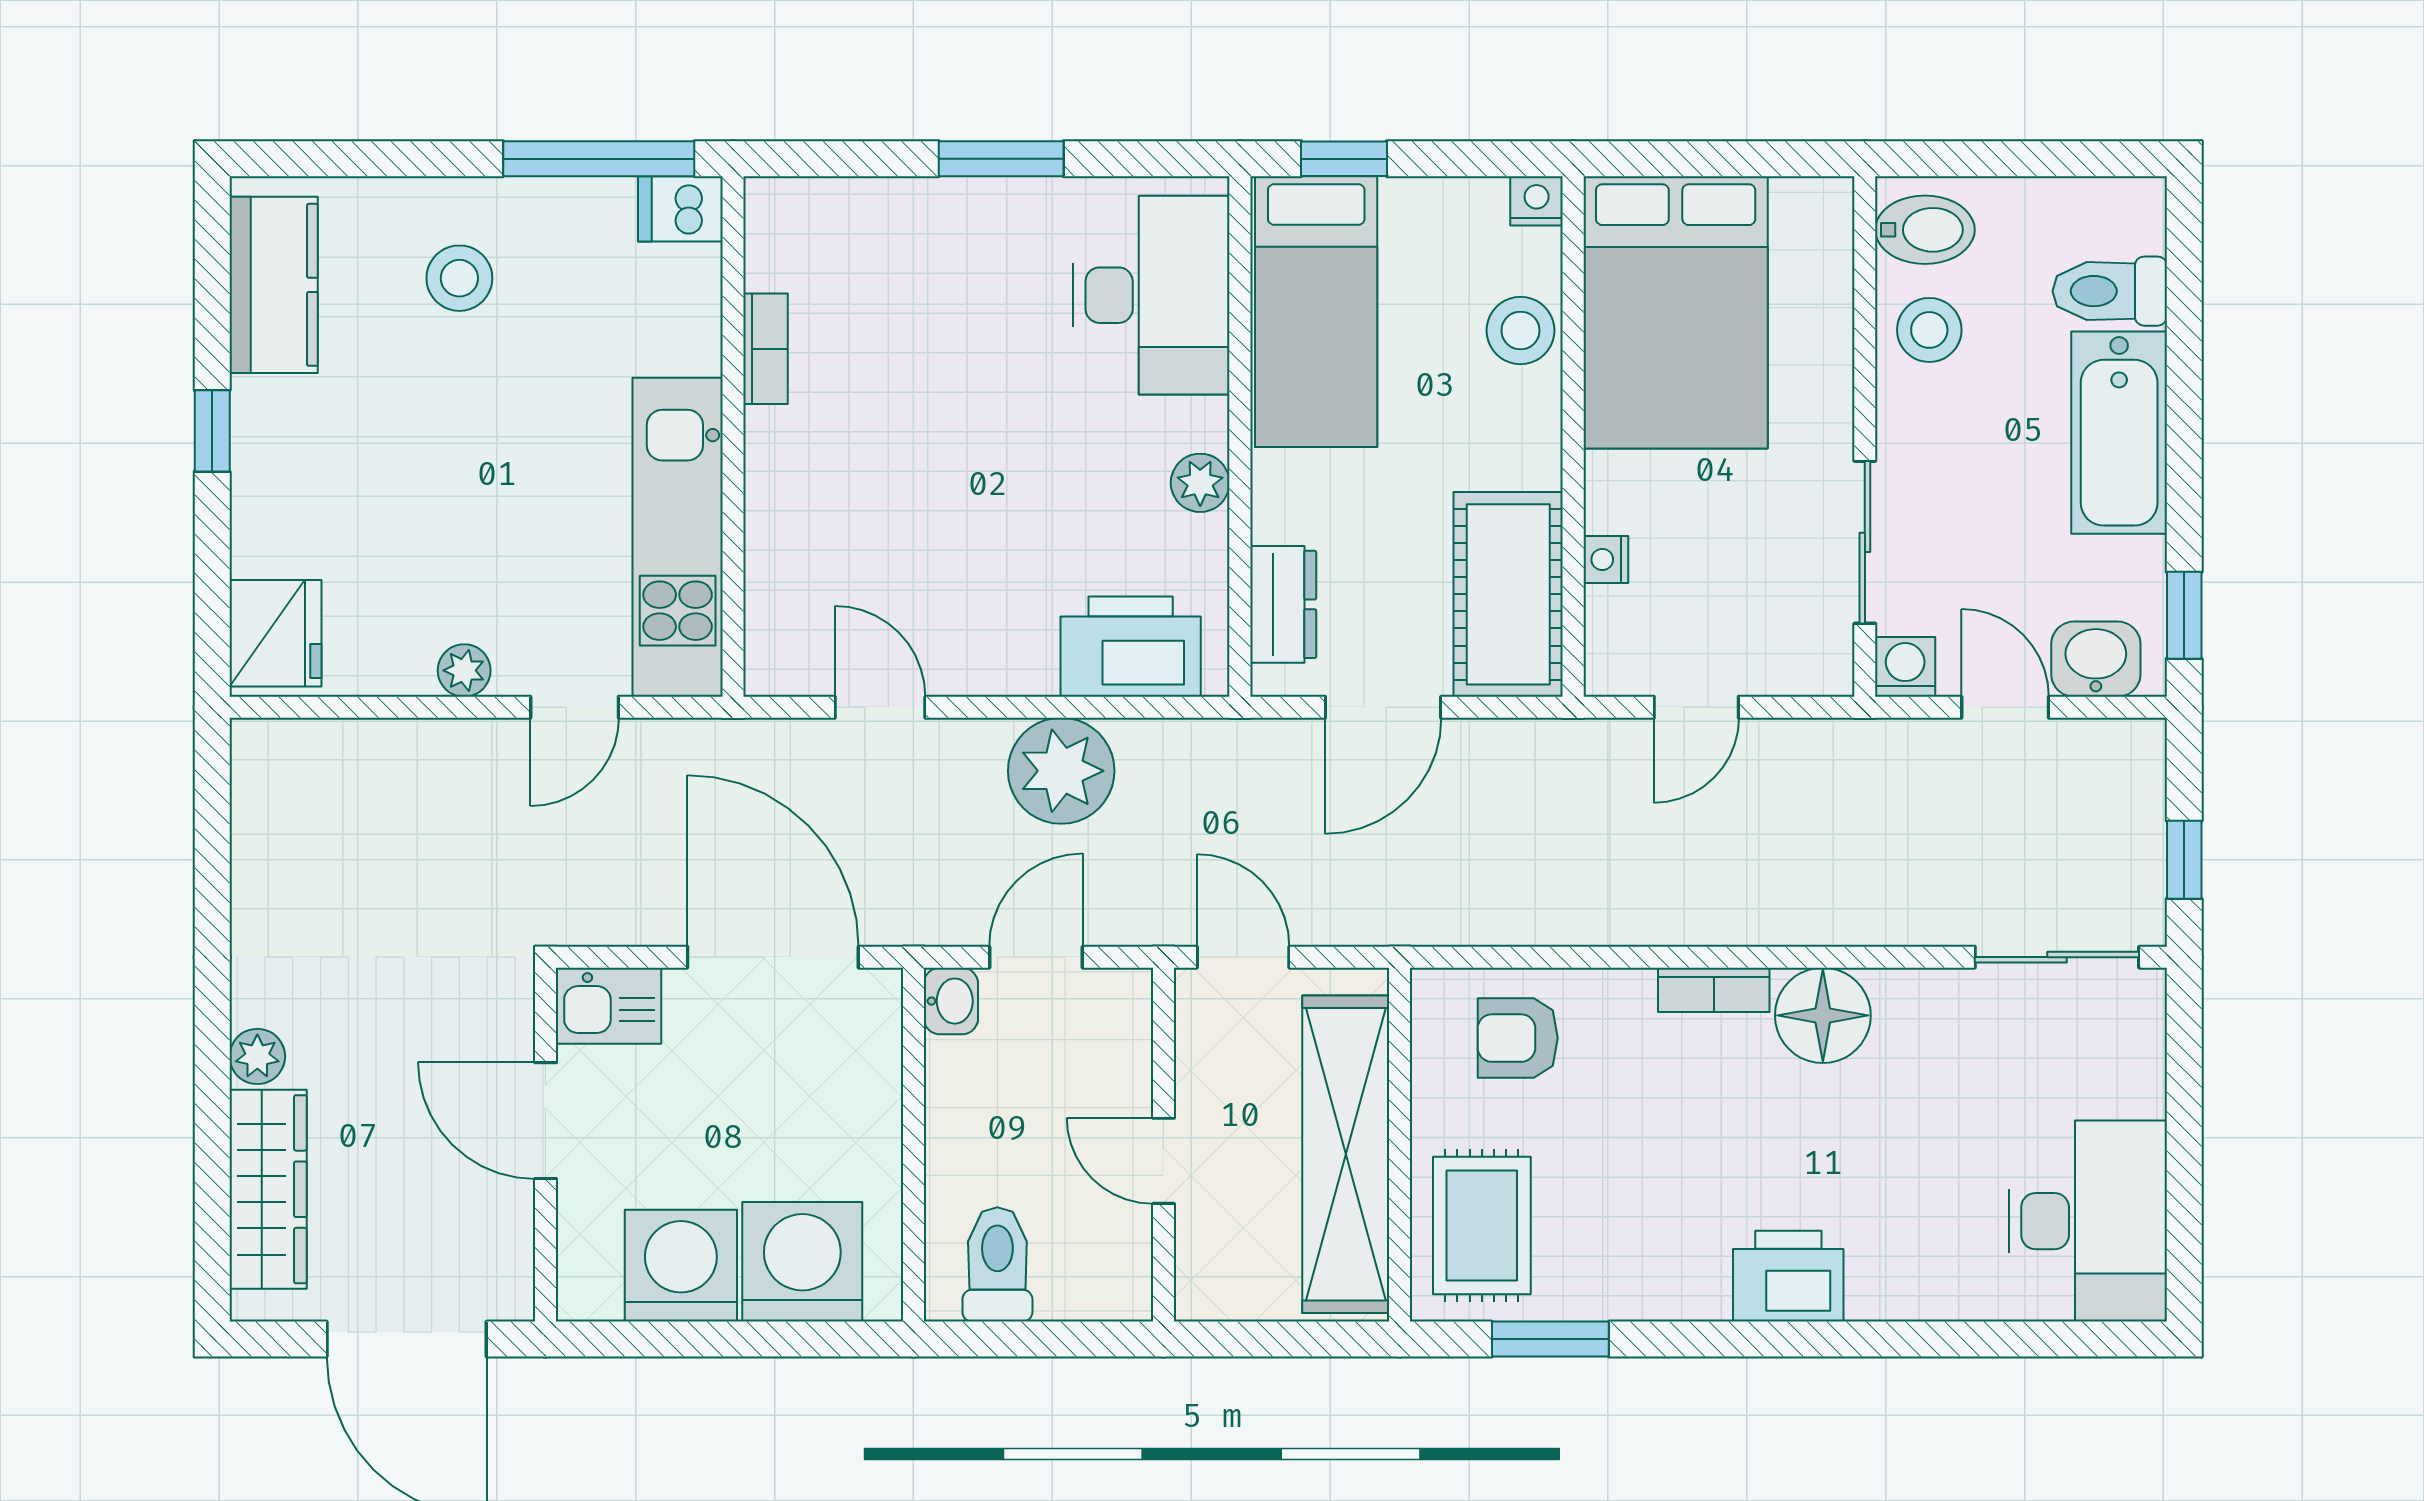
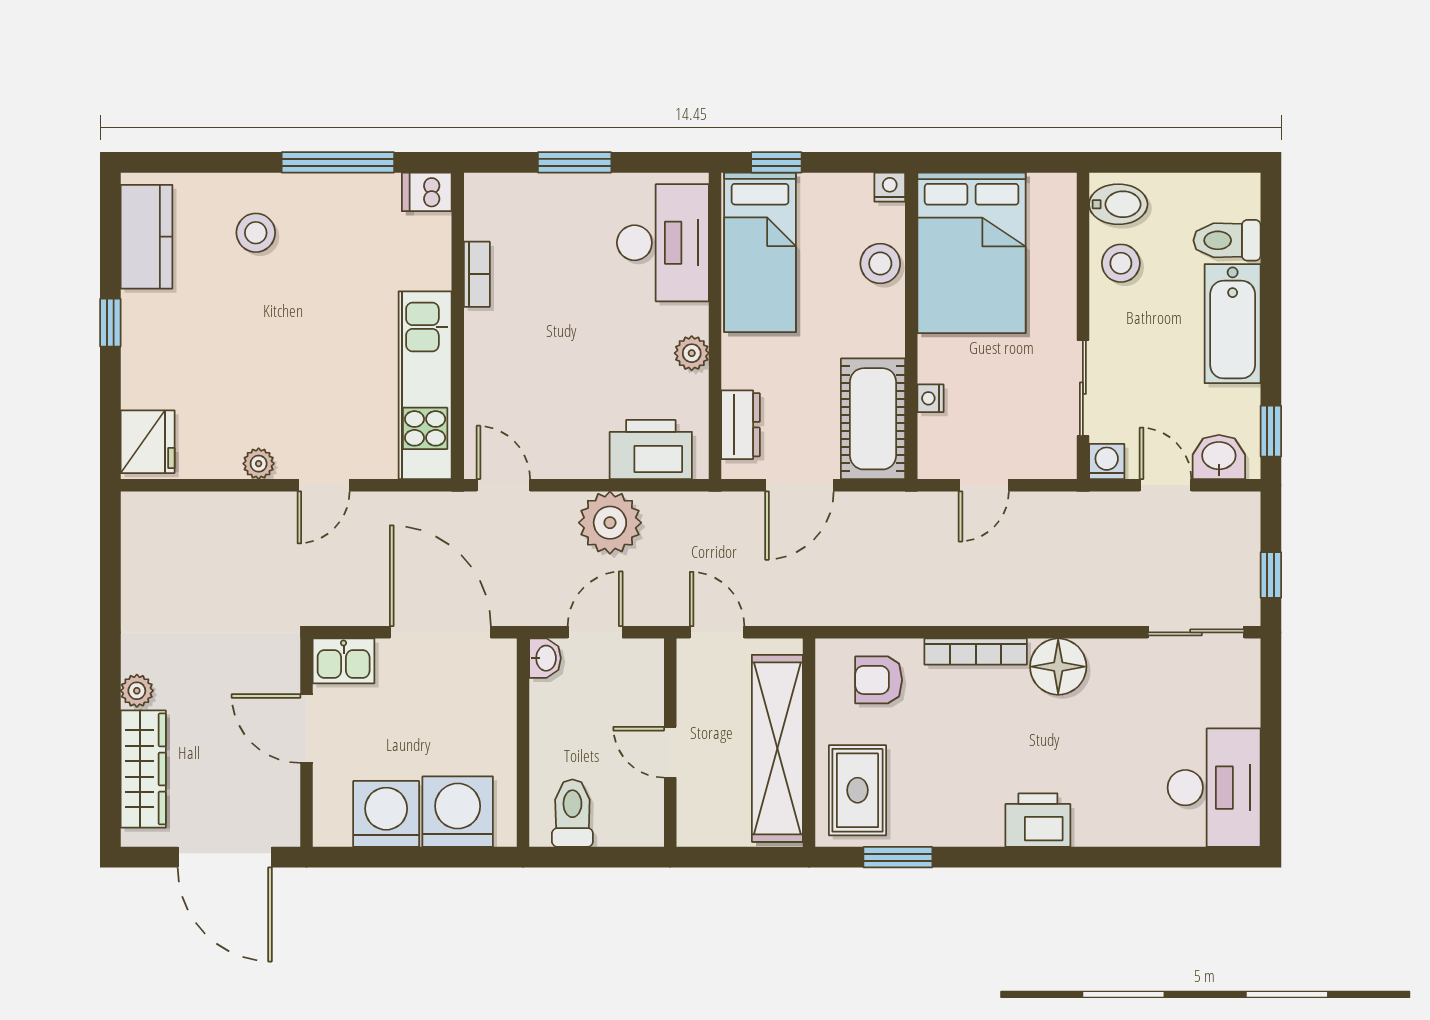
dishwasher: (680, 209) -> (427, 192), moved
bookcase: (765, 349) -> (477, 274), moved
wall: (733, 436) -> (458, 326), moved
kitchen unit: (678, 537) -> (425, 385), moved
bookcase: (1714, 990) -> (976, 652), width x1.56

